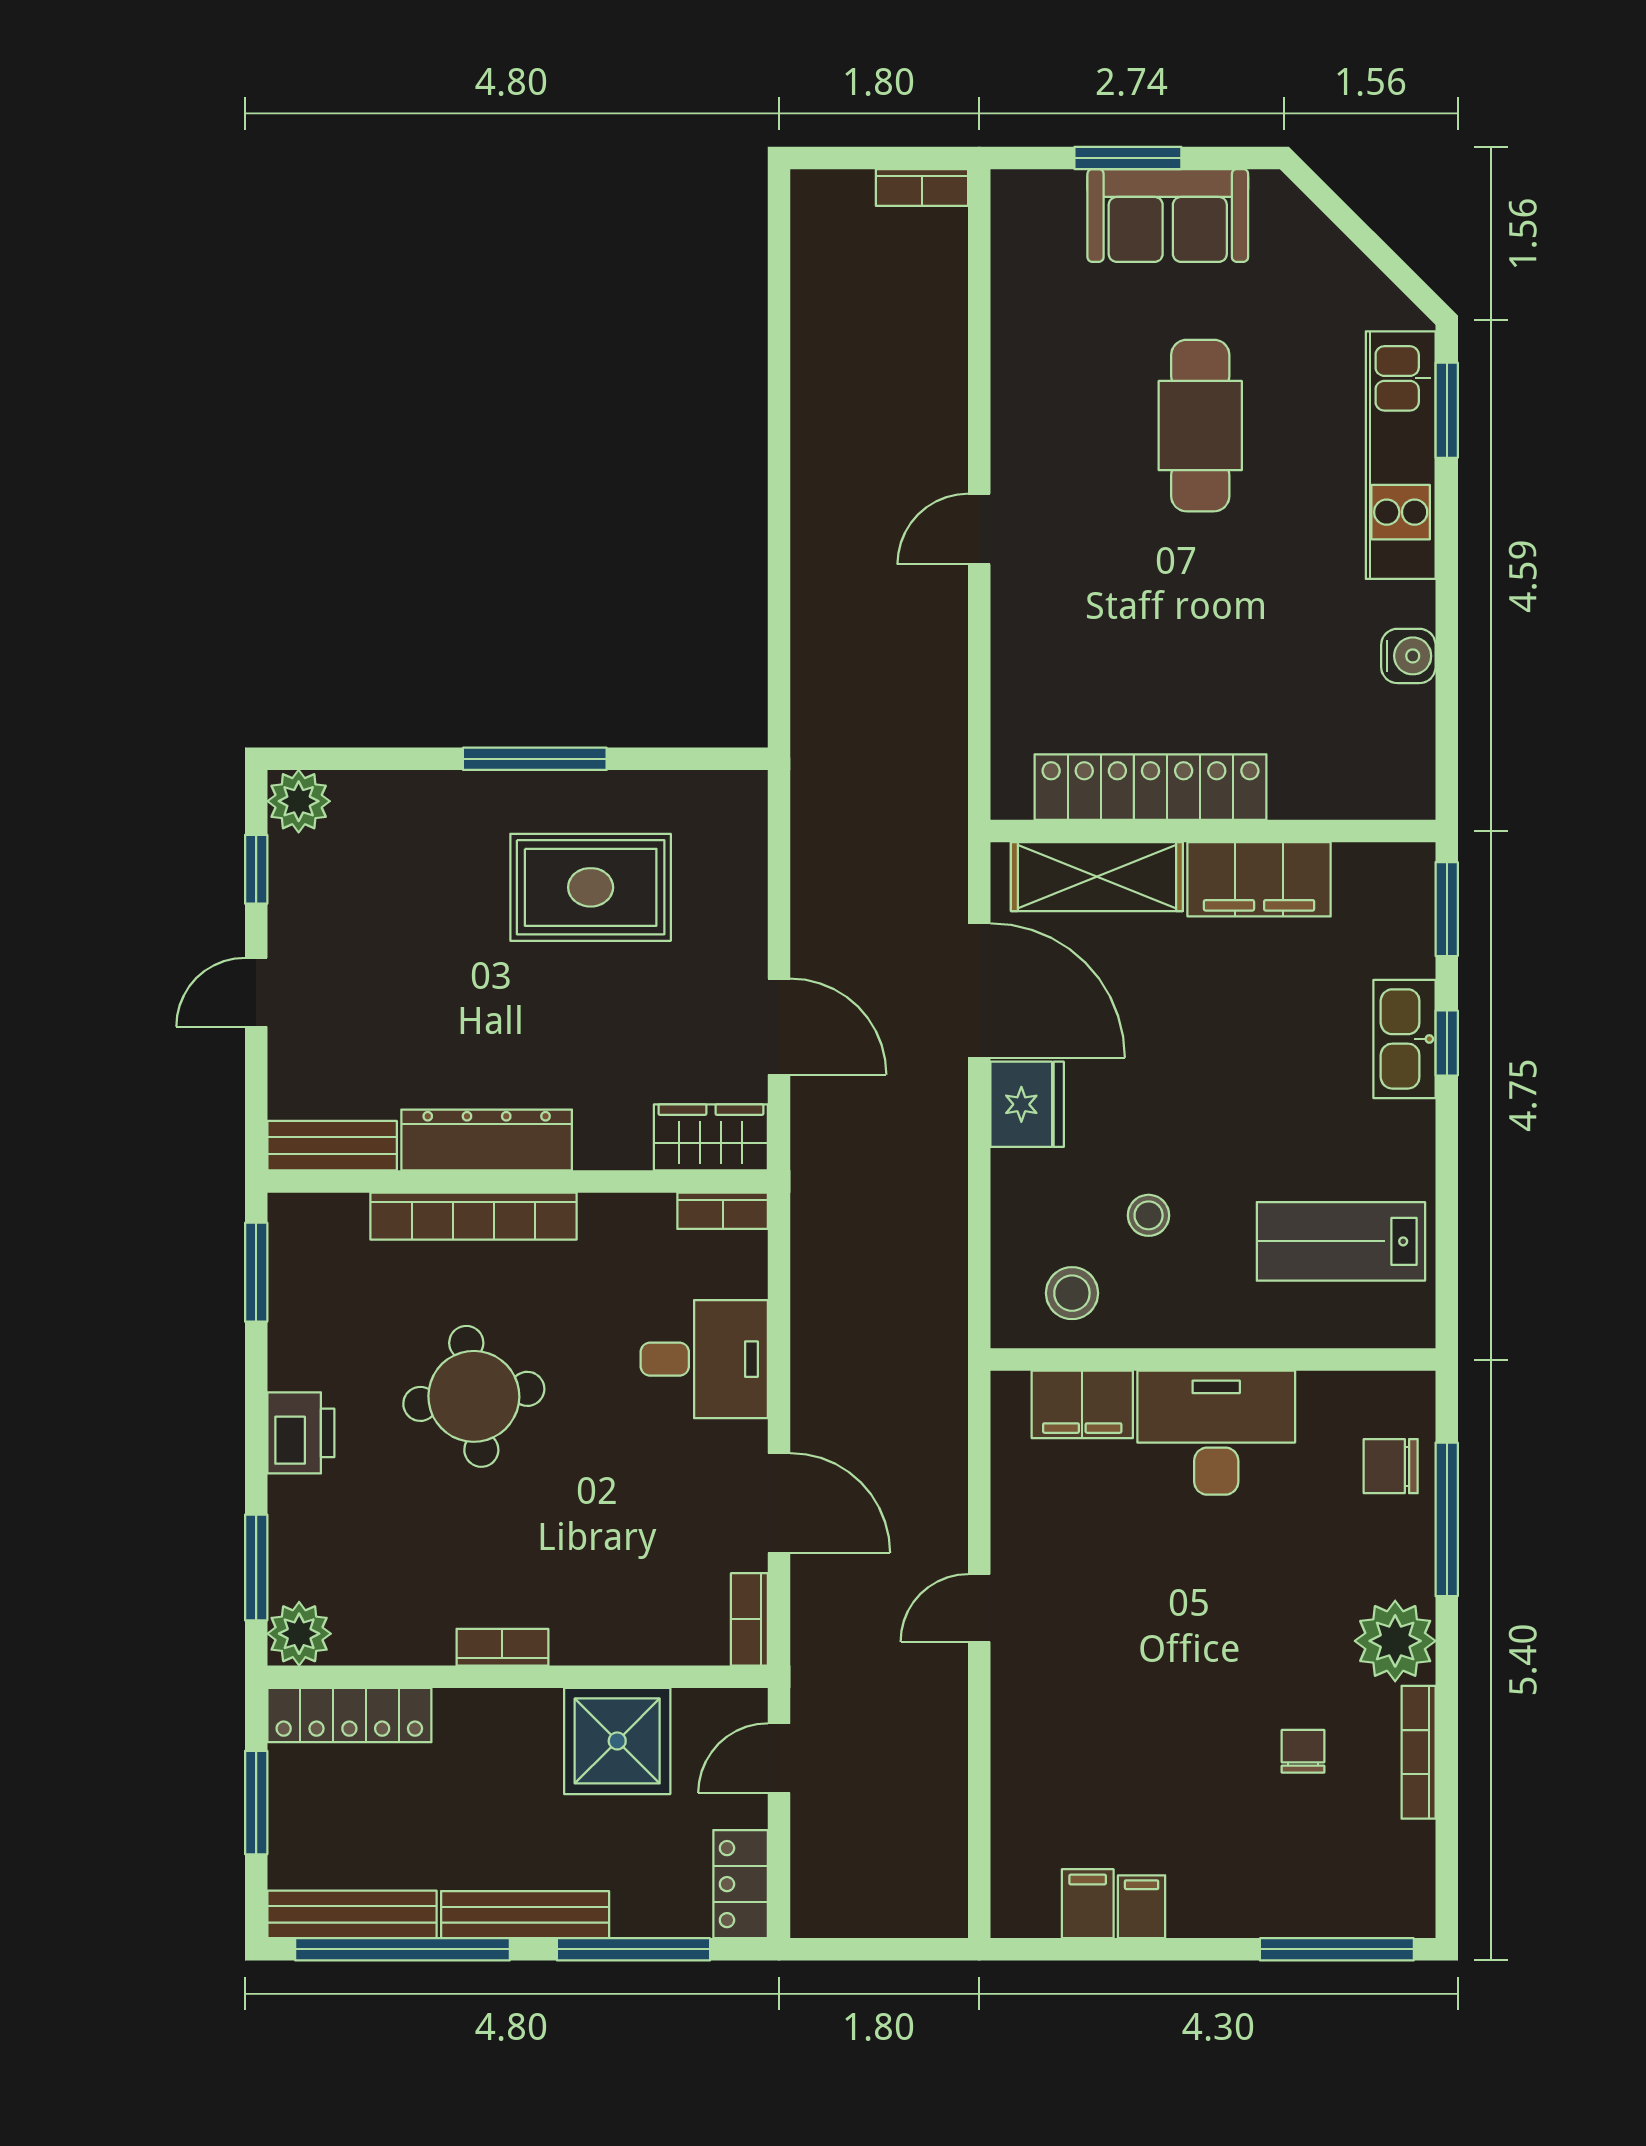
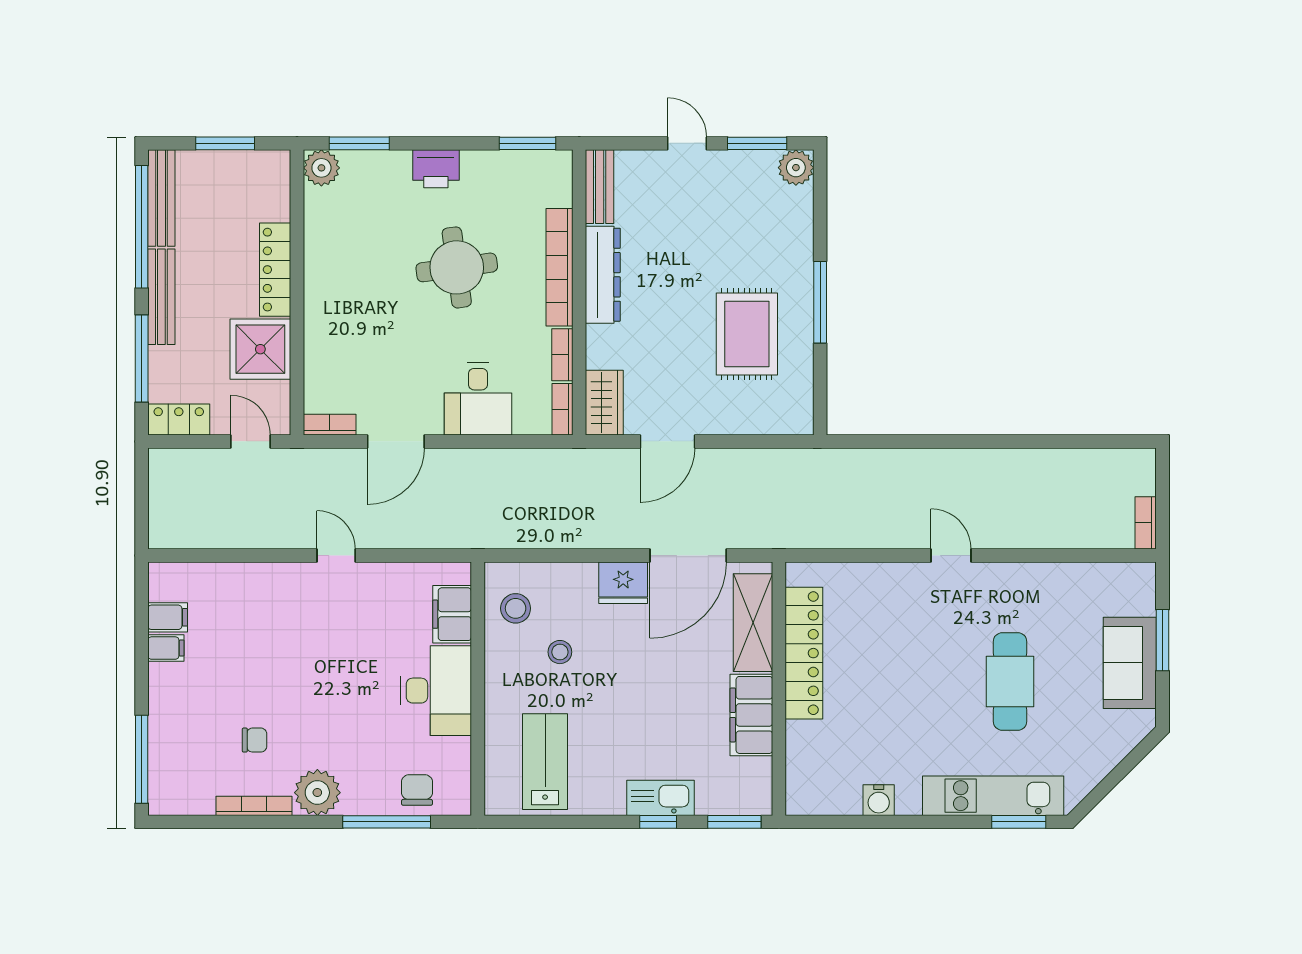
cafe table: (1200, 426) -> (1010, 681), turned 90
window: (256, 869) -> (757, 143), width x1.50
bookcase: (502, 1647) -> (562, 355), moved, turned 180
locker: (349, 1715) -> (275, 270), moved

